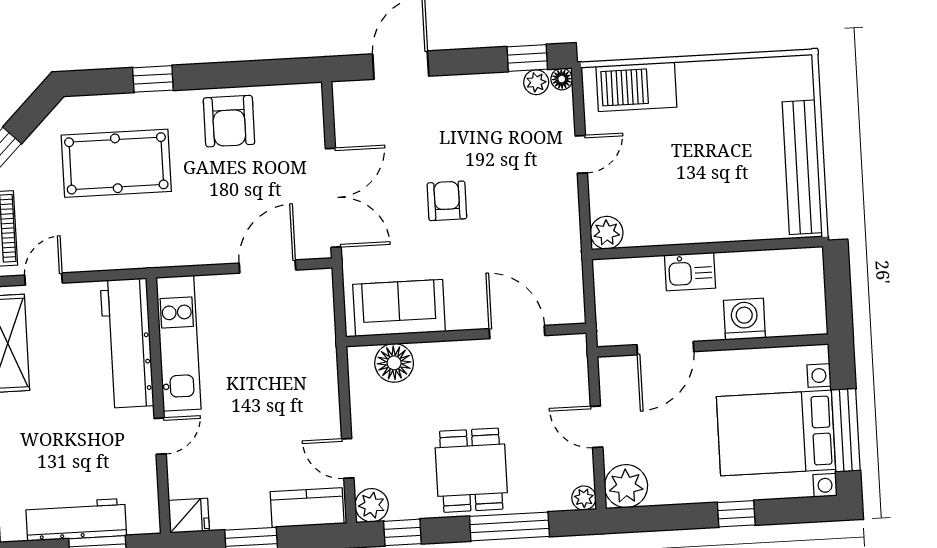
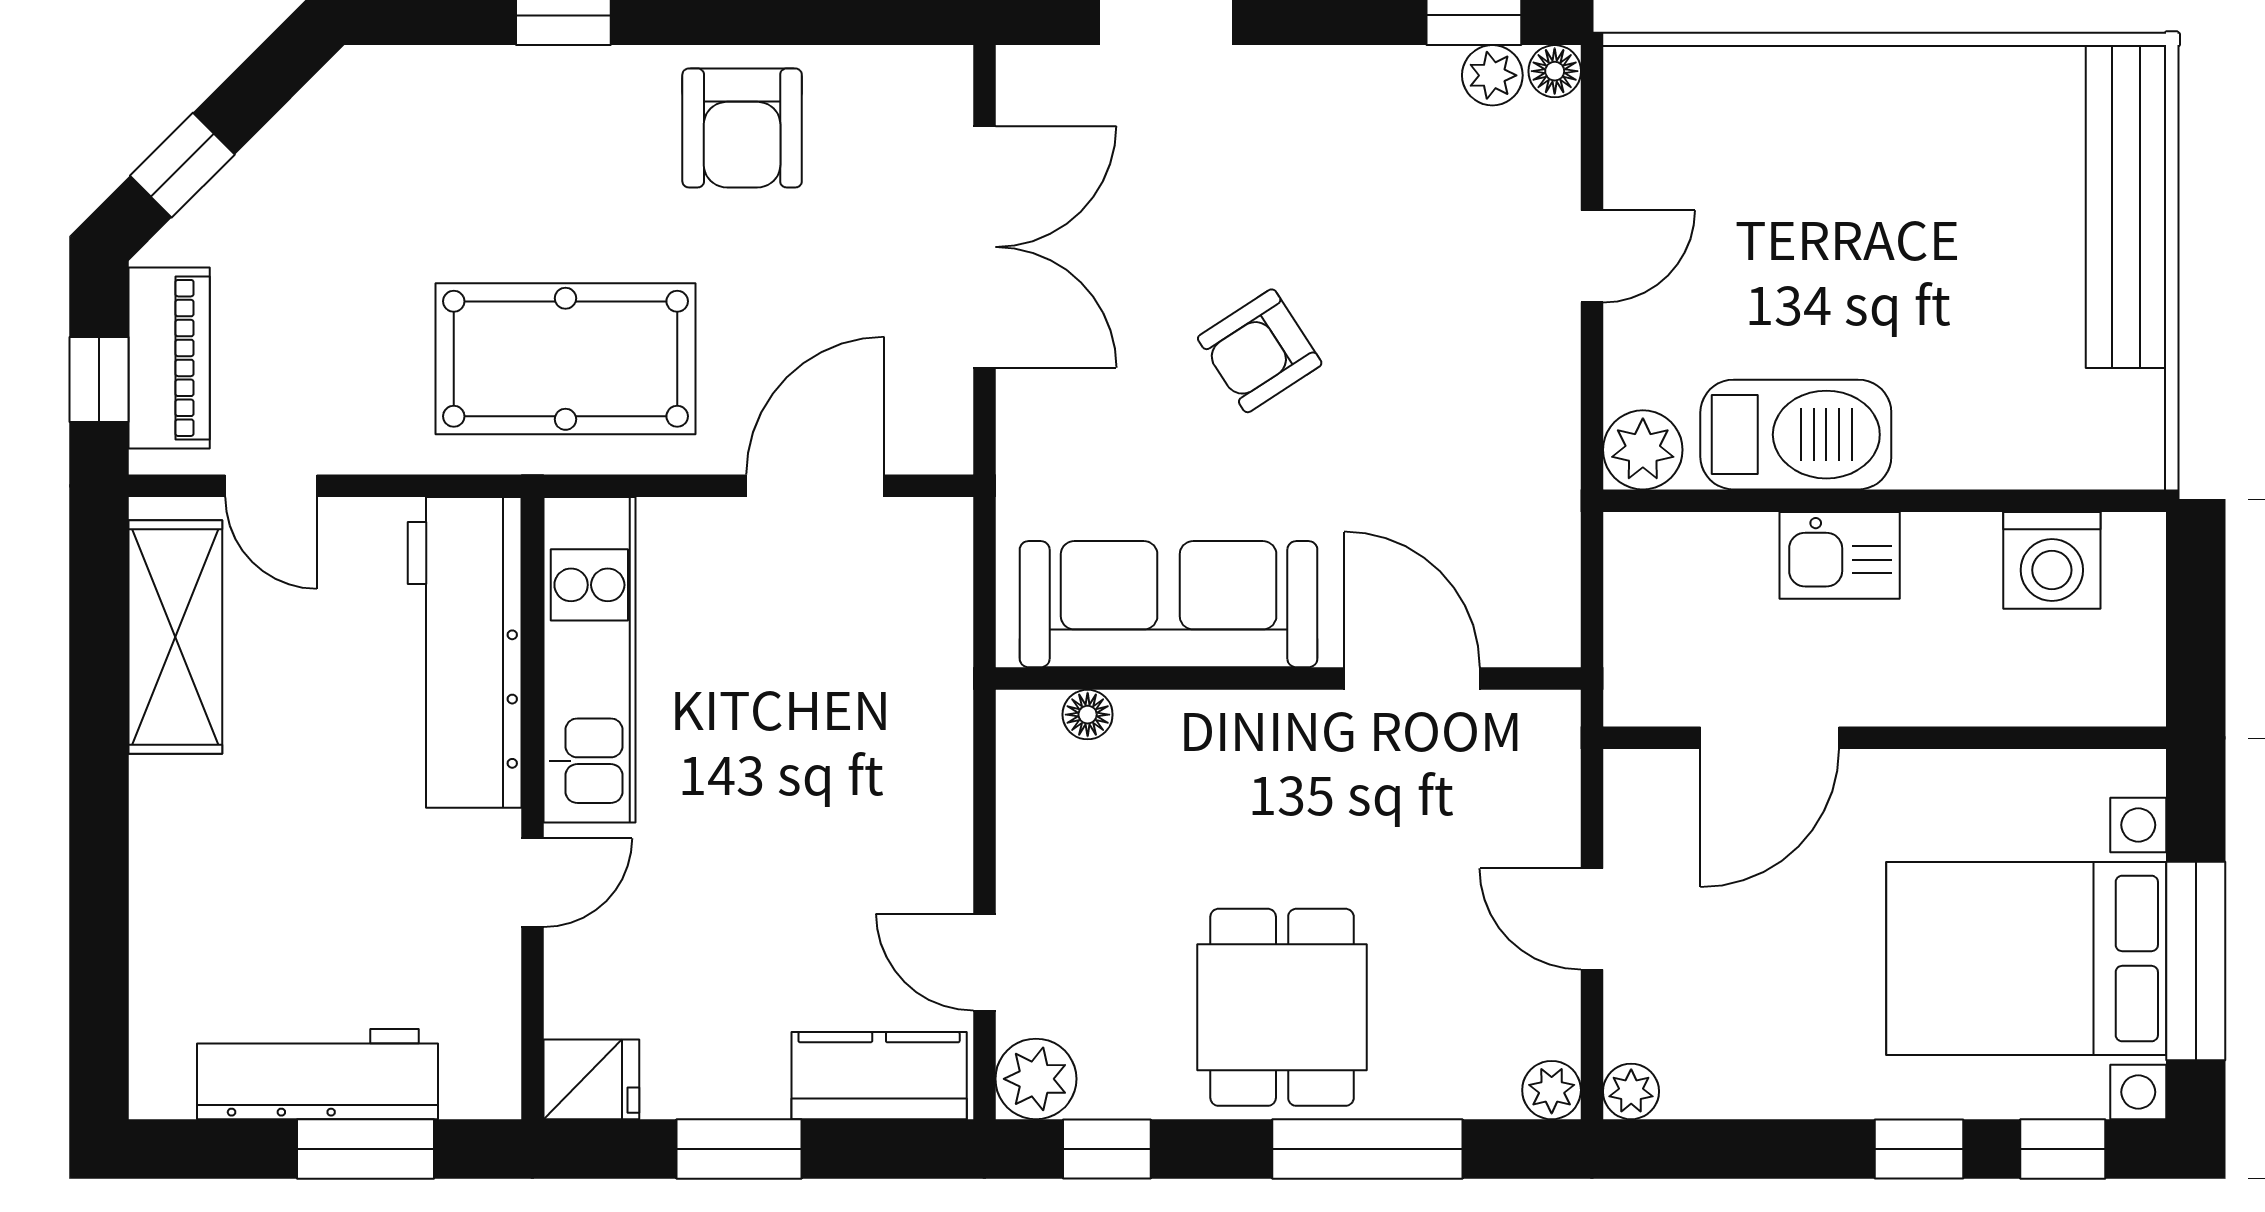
barbecue: (636, 87) -> (1796, 435), moved, turned 180
pool table: (116, 163) -> (565, 359), moved
bench: (802, 167) -> (2126, 207), moved
double door: (333, 198) -> (984, 247), moved
armchair: (447, 201) -> (1260, 351), turned -123
door: (44, 279) -> (271, 486), swing flipped
sofa: (399, 308) -> (1169, 604), width x1.36
washing machine: (744, 319) -> (2052, 560), moved, turned 180
floor lamp: (394, 363) -> (1088, 715), width x0.53, depth x0.53
plant: (626, 486) -> (1631, 1091), width x0.53, depth x0.53
window: (795, 510) -> (2063, 1149), added

